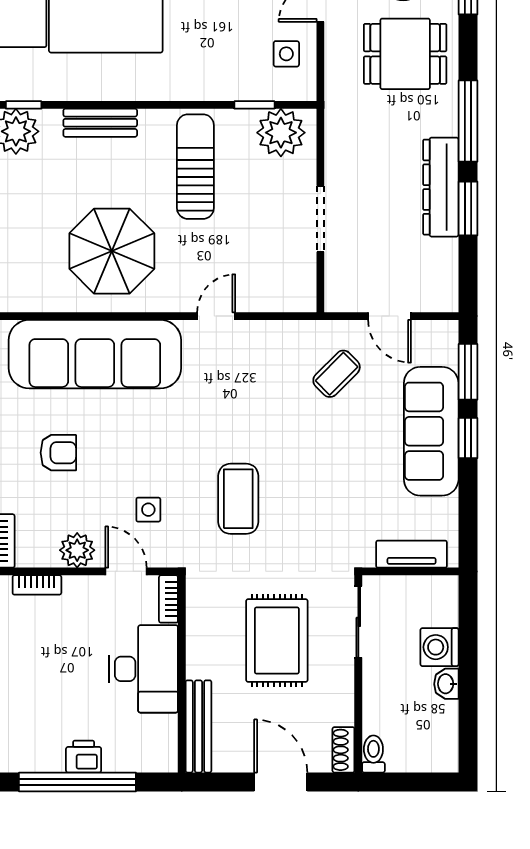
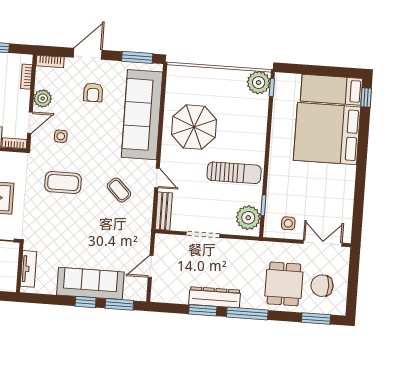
bench: (100, 123) -> (164, 211), moved
coffee table: (337, 374) -> (119, 190), moved

